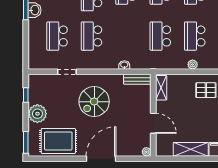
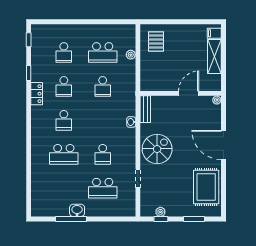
school desk: (91, 36) -> (103, 154), width x0.54
school desk: (160, 36) -> (103, 86), width x0.54
shelving: (161, 88) -> (154, 86), removed
spiral stairs: (94, 102) -> (157, 149), moved, turned -90
plant: (37, 114) -> (160, 212), moved, width x0.53, depth x0.53
window: (26, 142) -> (194, 219), moved

